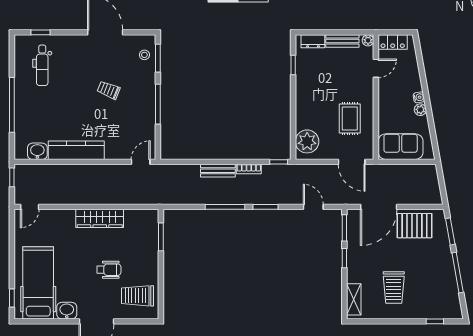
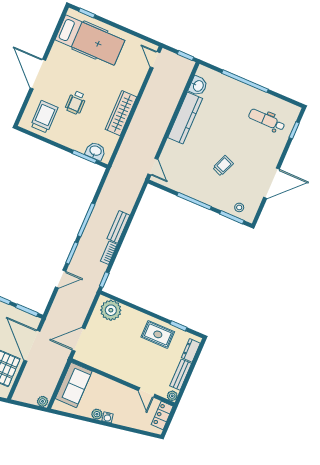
rug: (350, 118) -> (158, 334), moved
plant: (431, 171) -> (43, 401), added
door: (313, 207) -> (61, 279), moved
washbasin: (67, 311) -> (95, 151), moved, turned -90

